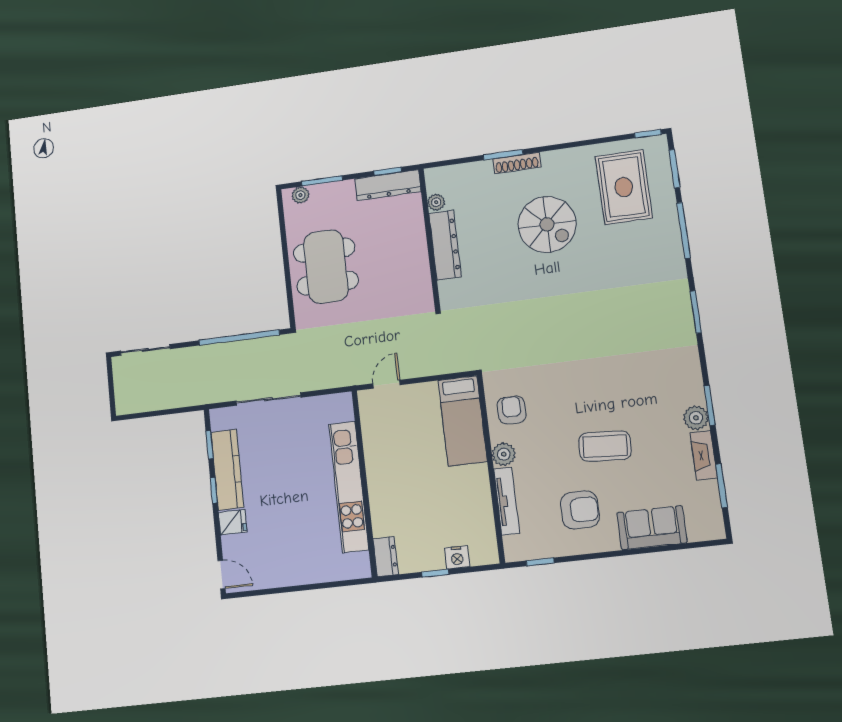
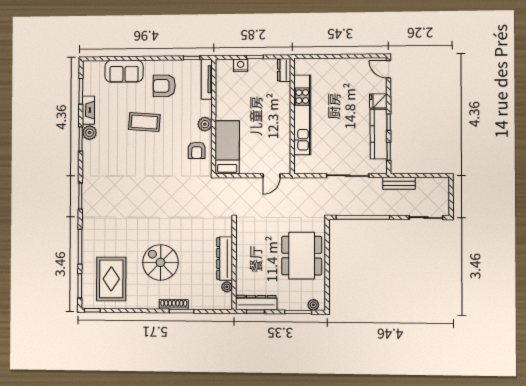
bench: (190, 397) -> (399, 183), added
tv unit: (507, 501) -> (207, 79), moved

